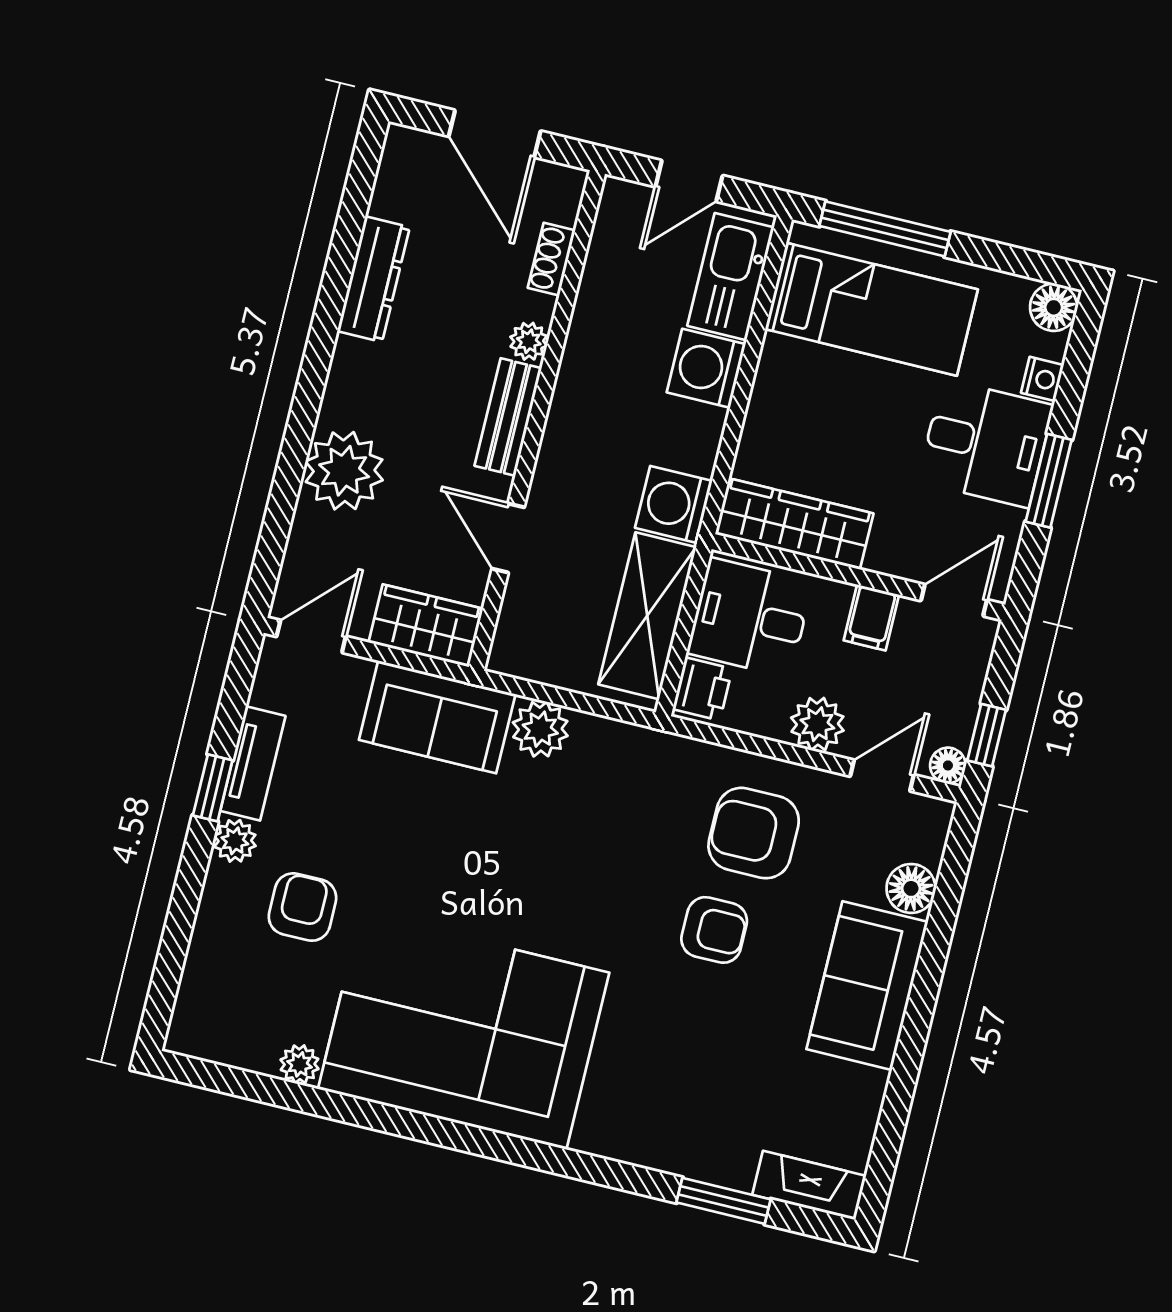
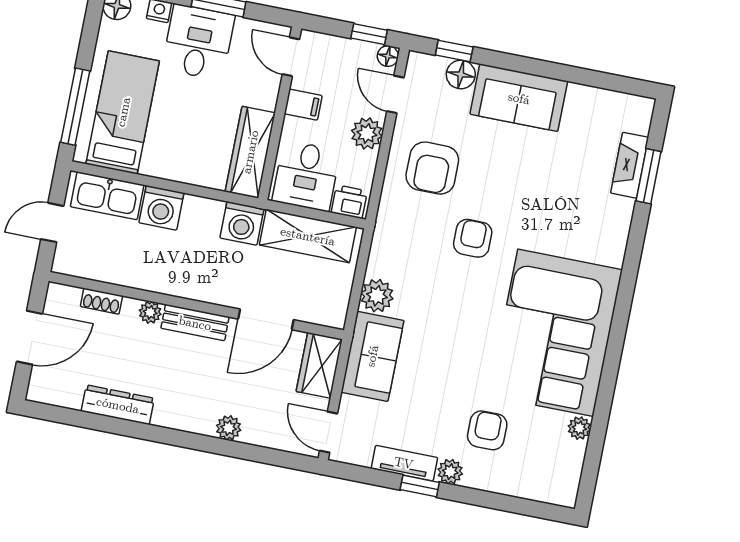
door: (689, 181) -> (52, 223), swing flipped
plant: (344, 471) -> (229, 428), width x0.53, depth x0.53
door: (508, 538) -> (266, 319), width x1.38
window: (952, 879) -> (454, 51), added
armchair: (302, 907) -> (487, 430), turned 90
armchair: (714, 930) -> (473, 238), moved
fireplace: (809, 1185) -> (630, 165), moved

